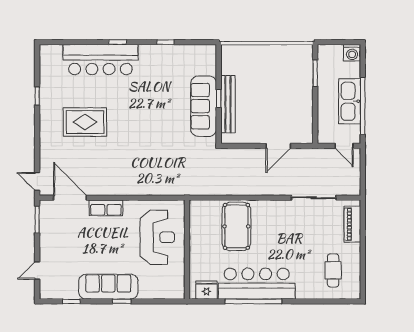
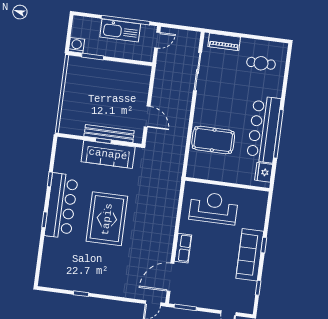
washing machine: (352, 53) -> (76, 45), moved, turned -90
bar counter: (100, 60) -> (61, 206), moved
rug: (85, 122) -> (107, 219), moved, width x1.37, depth x1.44
door: (278, 146) -> (147, 117), moved

